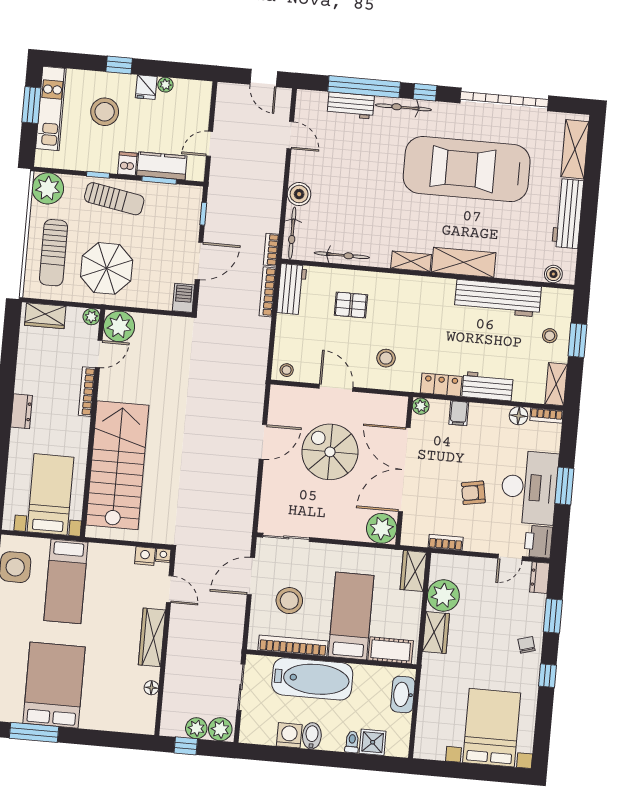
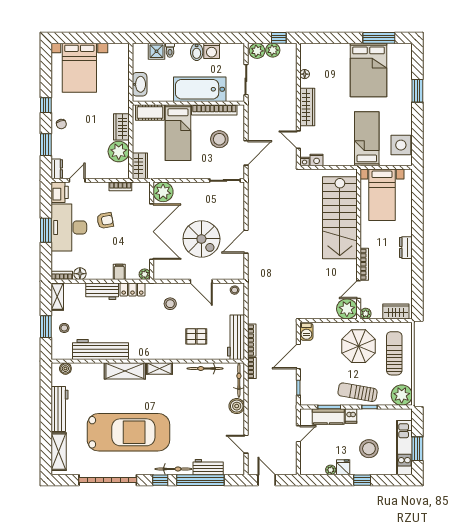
workbench: (292, 289) -> (236, 337), width x1.38

